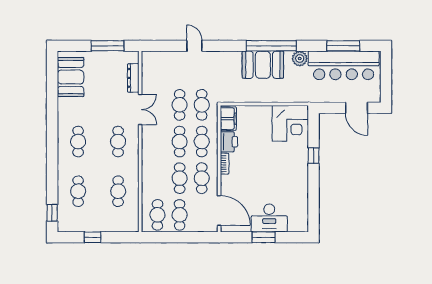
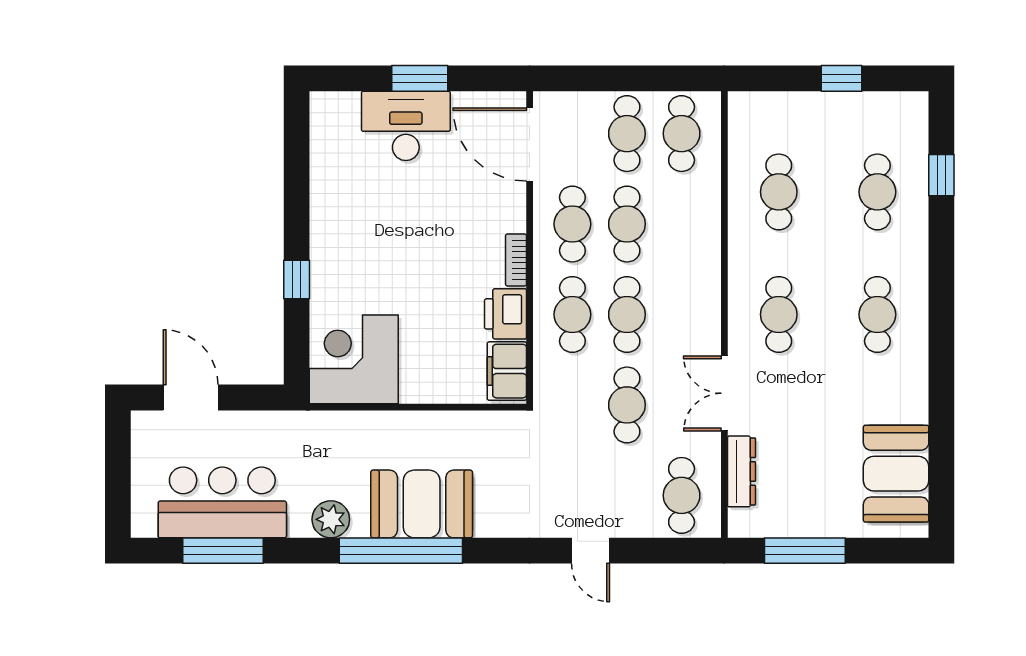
bar counter: (344, 65) -> (222, 502), width x0.73
cafe table: (202, 105) -> (682, 495), moved
window: (52, 213) -> (941, 175), moved

